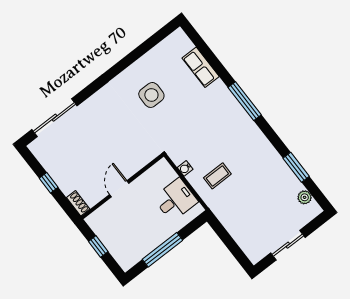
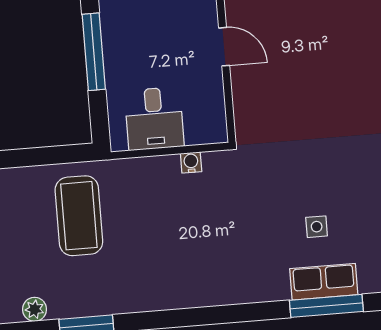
side table: (151, 95) -> (317, 227), moved, width x0.54, depth x0.54
window: (245, 101) -> (326, 306), moved
coffee table: (217, 176) -> (79, 216), moved, width x1.86, depth x1.72

